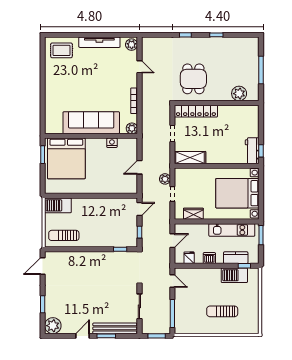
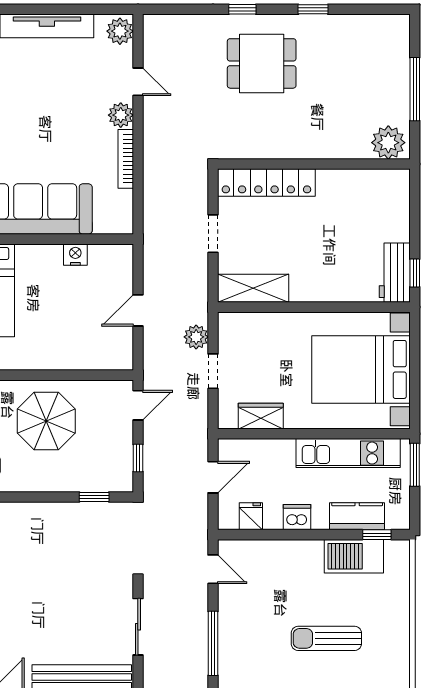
dining table: (193, 79) -> (262, 63), moved, turned 90
plant: (239, 94) -> (388, 143), moved
plant: (132, 128) -> (121, 115), moved
parasol: (99, 216) -> (46, 421), added

